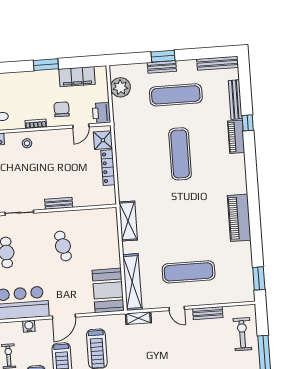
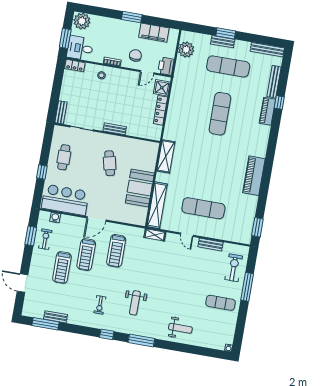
booth: (108, 290) -> (140, 188), moved
water cooler: (29, 326) -> (55, 218), moved

